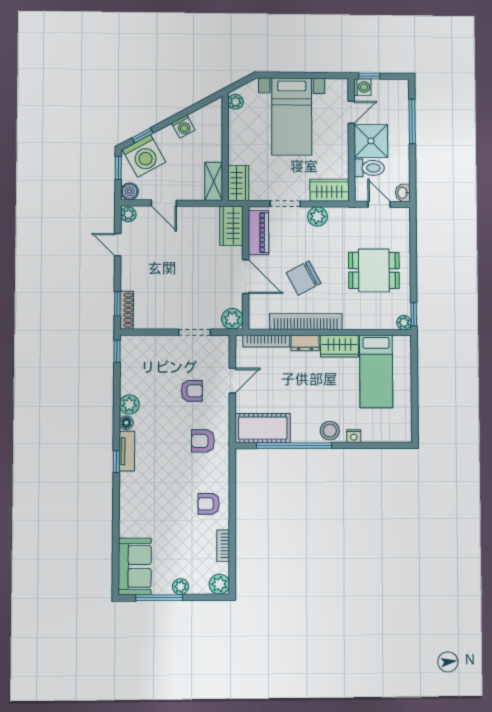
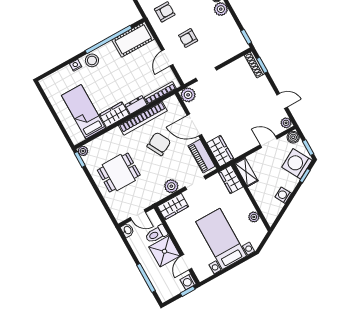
plant: (236, 102) -> (254, 217), moved

